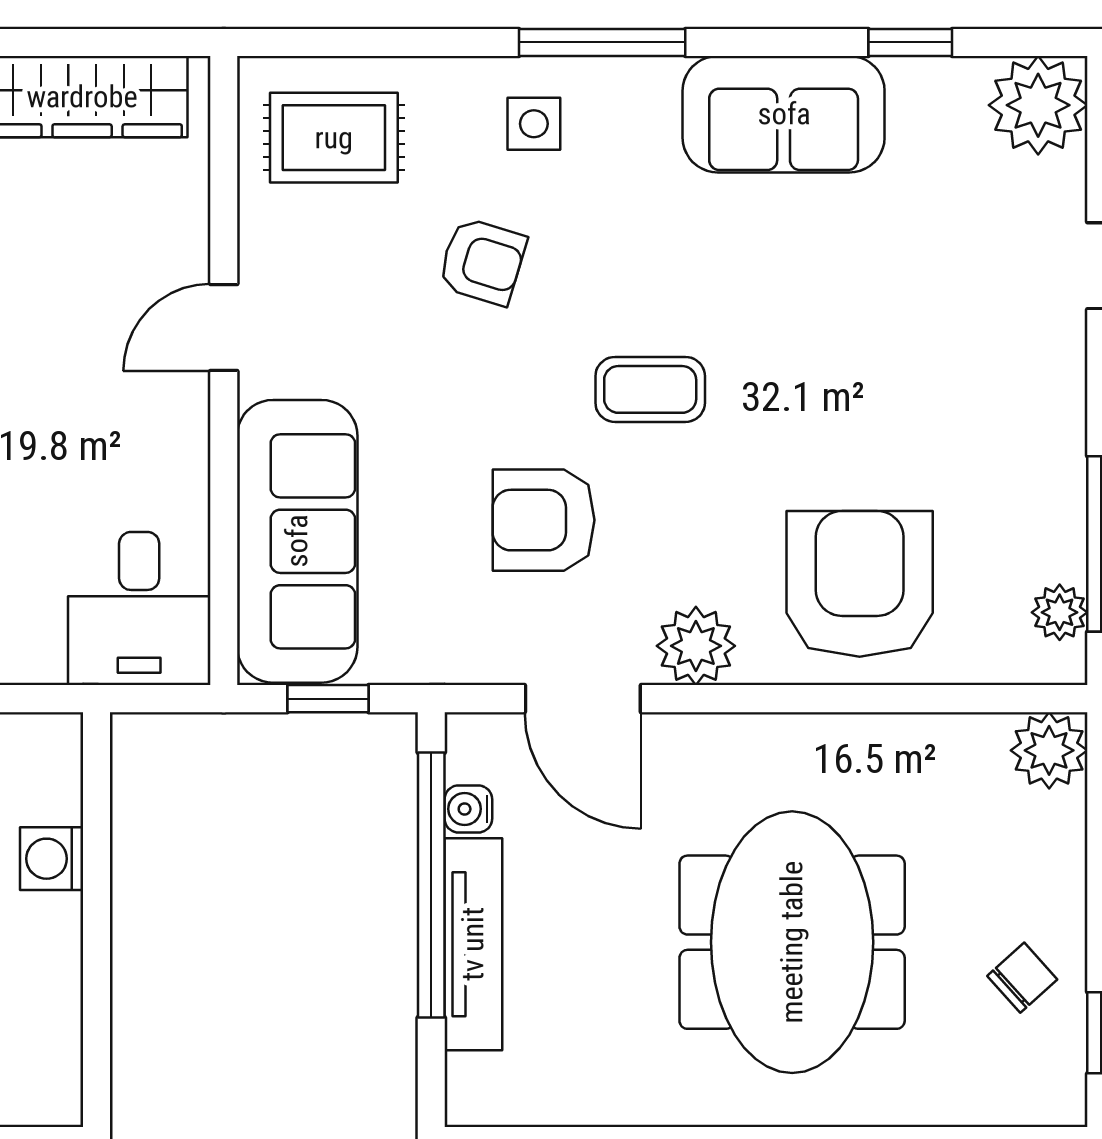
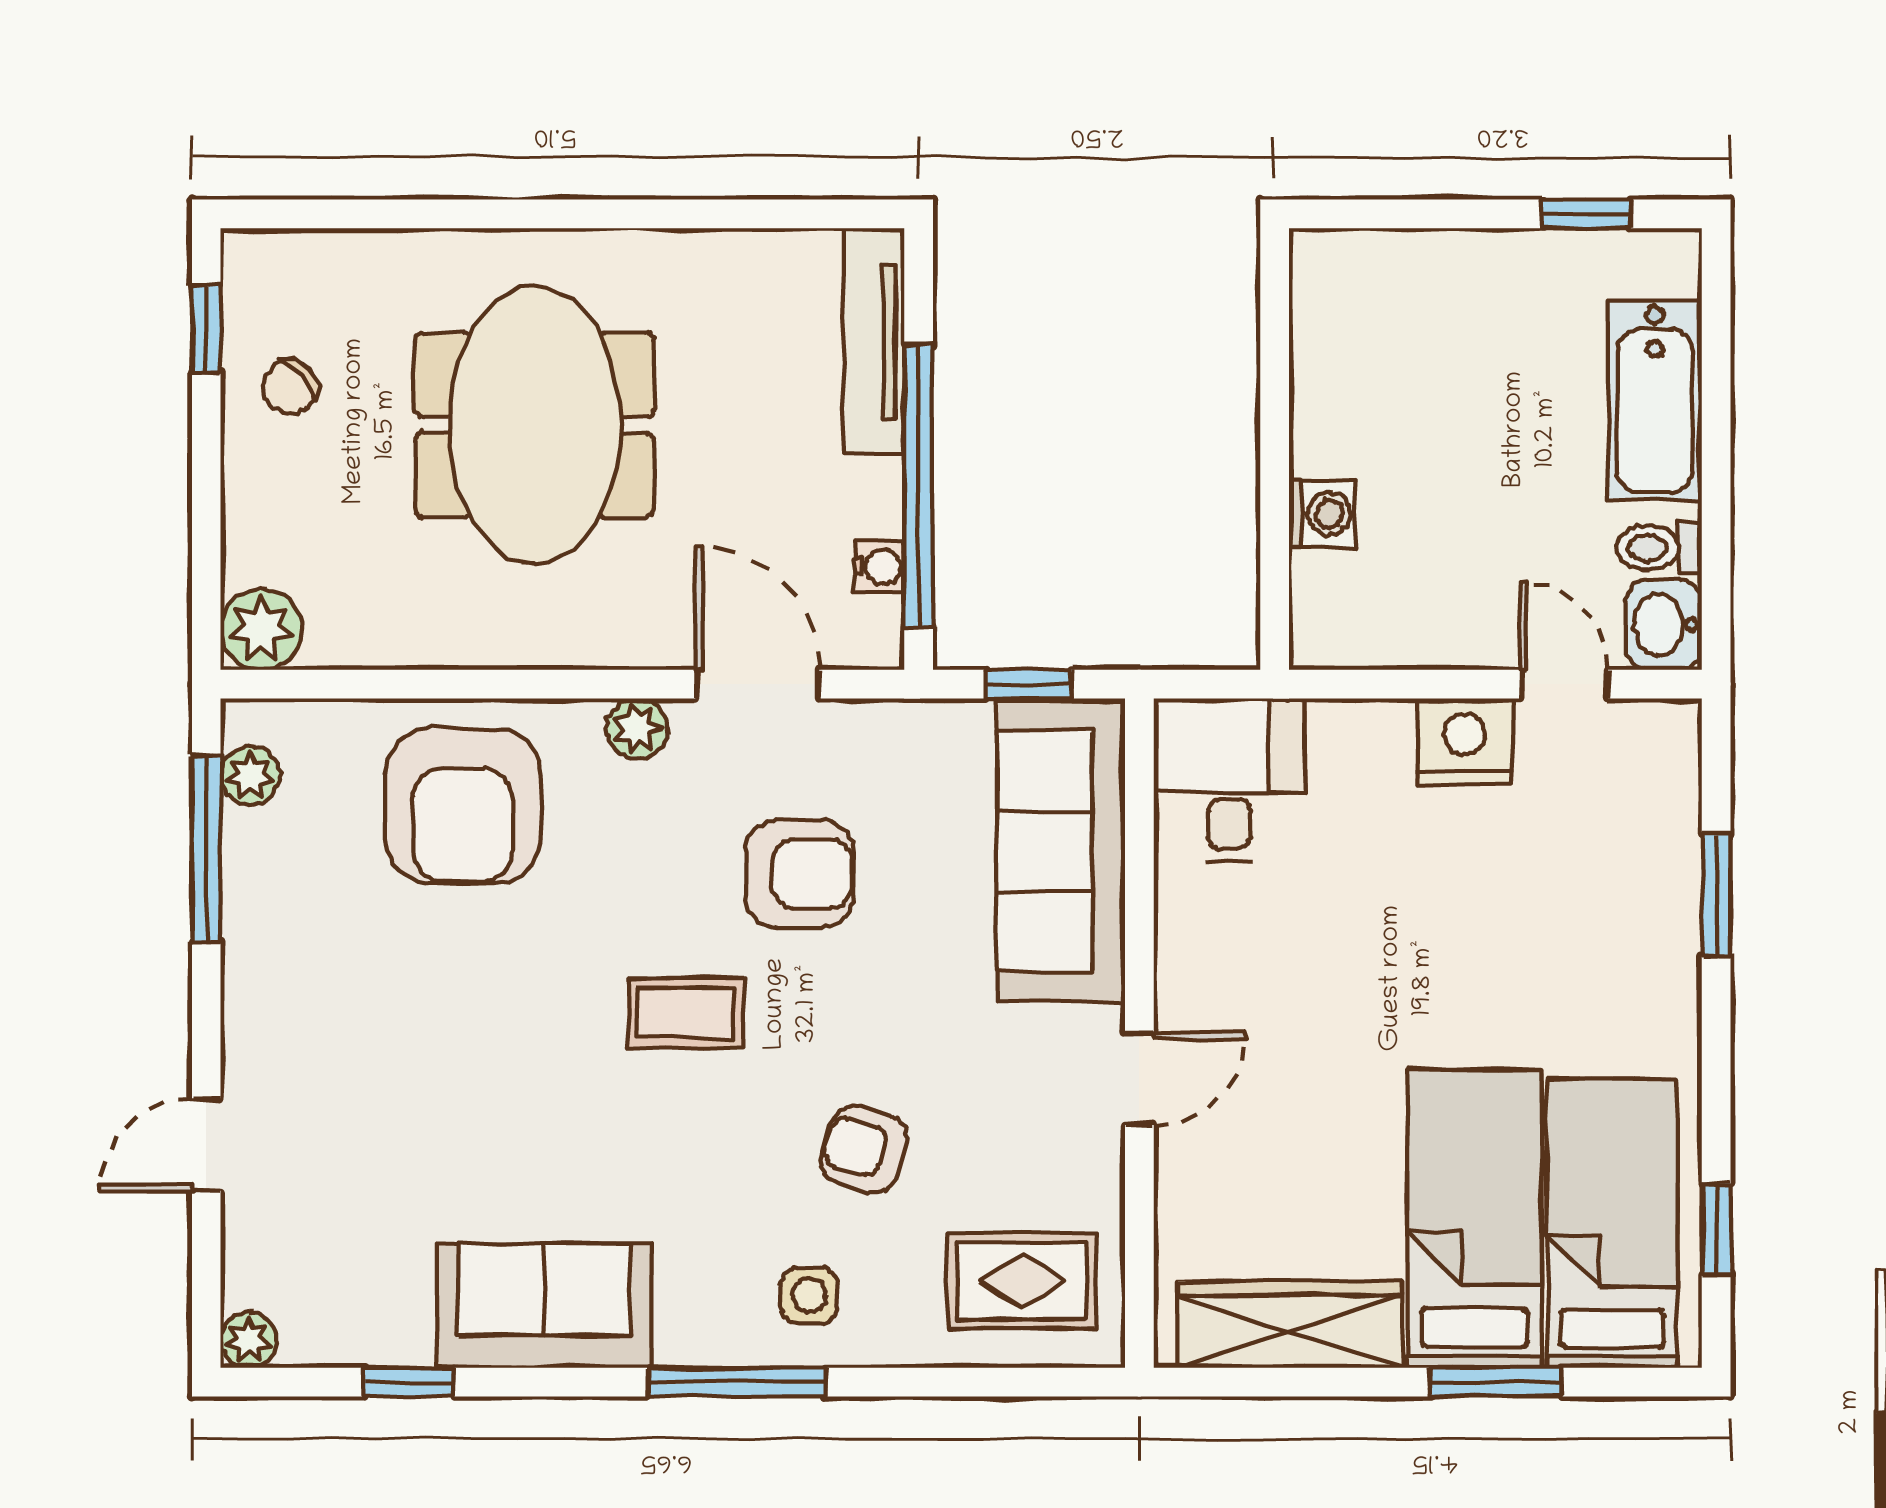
plant: (1038, 105) -> (248, 1340), width x0.53, depth x0.53
plant: (696, 646) -> (637, 729), width x0.73, depth x0.73
tv unit: (473, 944) -> (874, 341), moved

